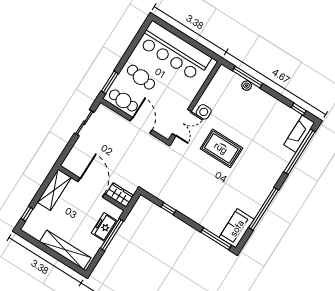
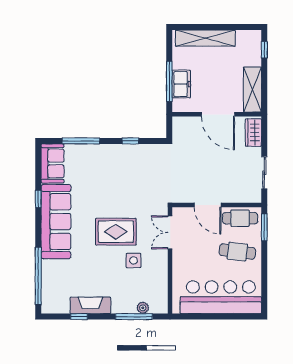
plant: (247, 86) -> (143, 308), moved
window: (299, 109) -> (79, 317), moved
side table: (204, 112) -> (134, 261), moved
fireplace: (299, 134) -> (90, 305), moved, turned -90
sofa: (261, 184) -> (56, 222), added
wardrobe: (120, 195) -> (253, 133), moved, turned 90
window: (264, 209) -> (38, 199), width x0.32
window: (216, 239) -> (81, 141), moved

